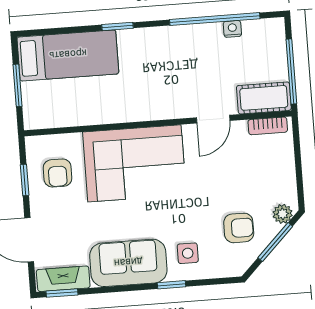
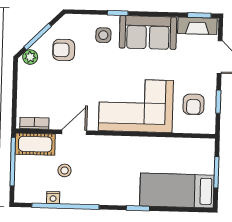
stool: (221, 67) -> (65, 170), added
armchair: (58, 173) -> (193, 104), turned 180

